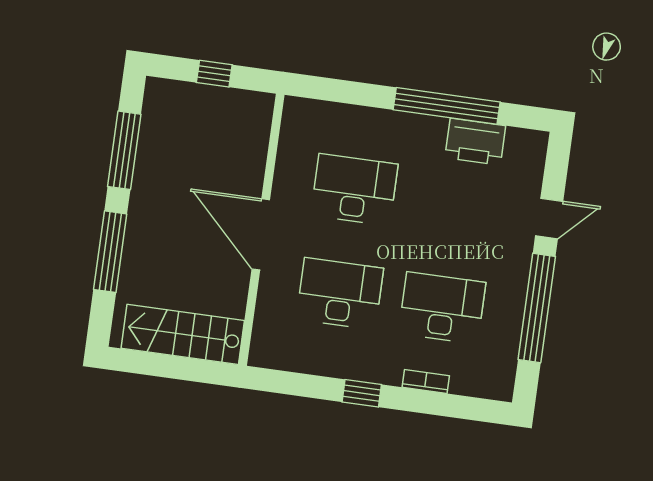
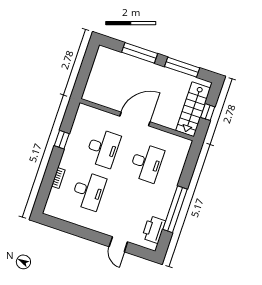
printer: (475, 142) -> (154, 230), moved
window: (537, 308) -> (81, 232), removed
stairs: (183, 334) -> (193, 109), moved, turned 180
window: (362, 393) -> (62, 140), moved

